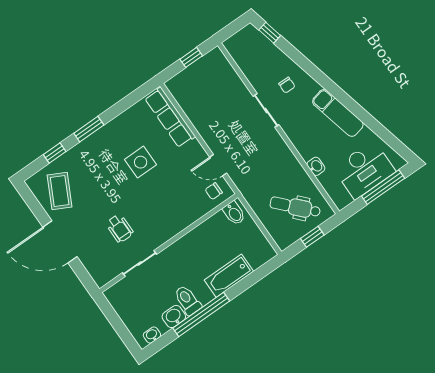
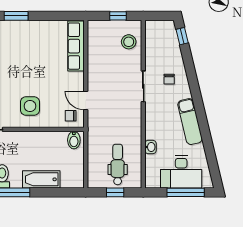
stool: (220, 76) -> (129, 42), added
side table: (141, 162) -> (30, 106), moved
dental chair: (295, 207) -> (118, 164), turned 43

